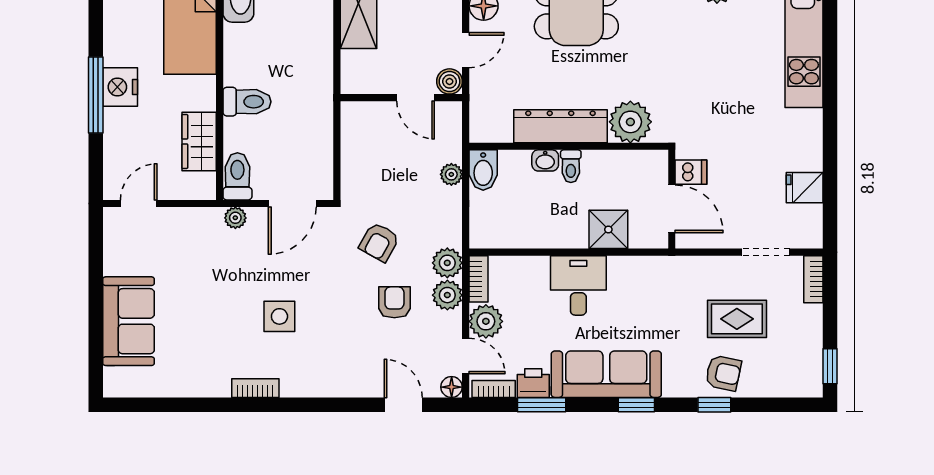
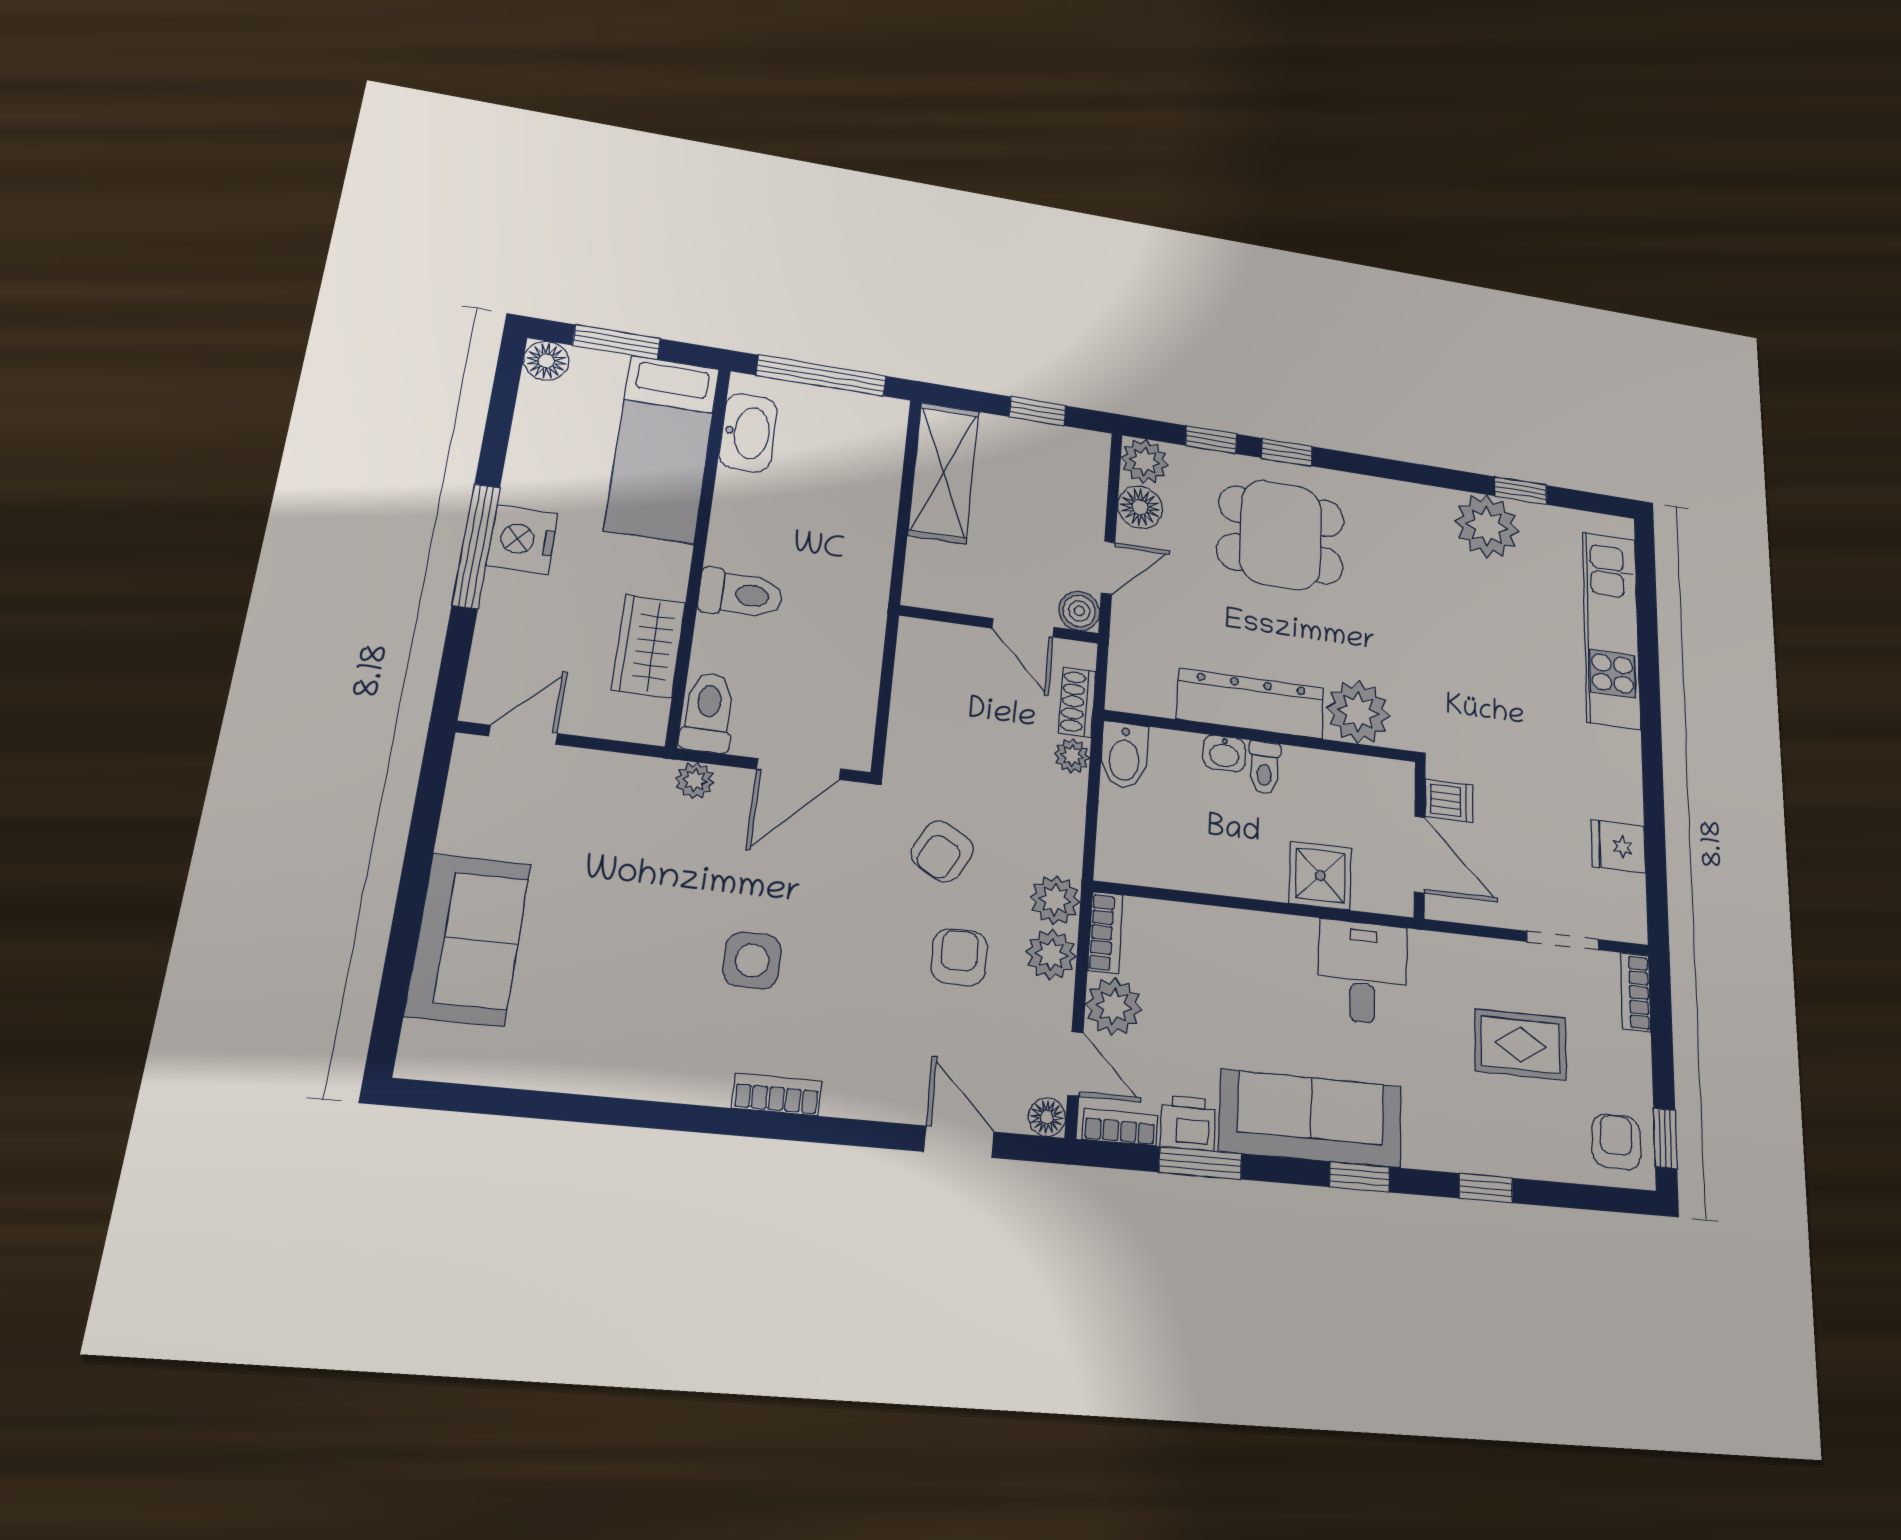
shoe rack: (452, 140) -> (1077, 702), added
desk: (578, 285) -> (1363, 972), moved
armchair: (723, 373) -> (1616, 1142), moved, turned -102
bookcase: (255, 388) -> (777, 1095), moved

